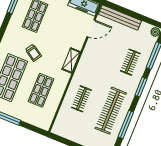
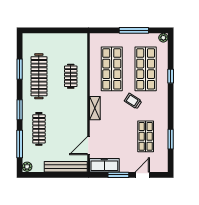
clothes rail: (130, 62) -> (39, 129), width x1.36
shop shelf: (41, 90) -> (112, 69), width x1.43, depth x1.36
window: (126, 124) -> (20, 69), width x0.69

